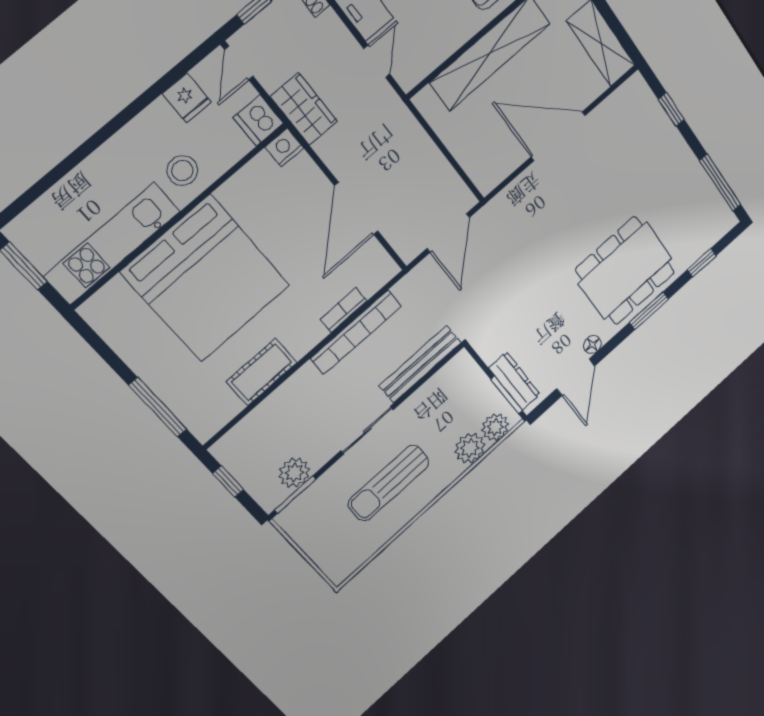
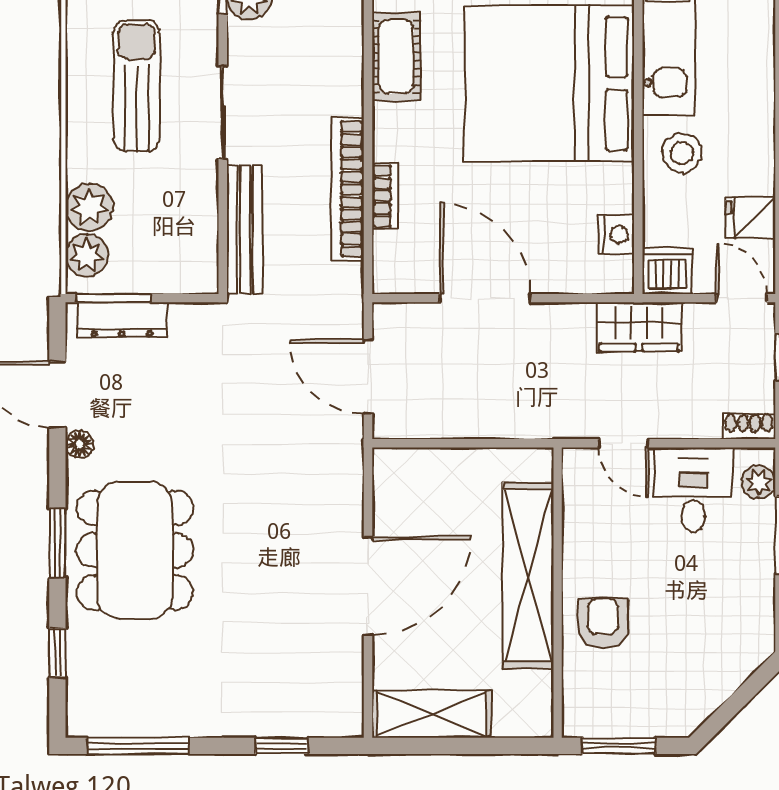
nightstand: (284, 148) -> (616, 234), moved

